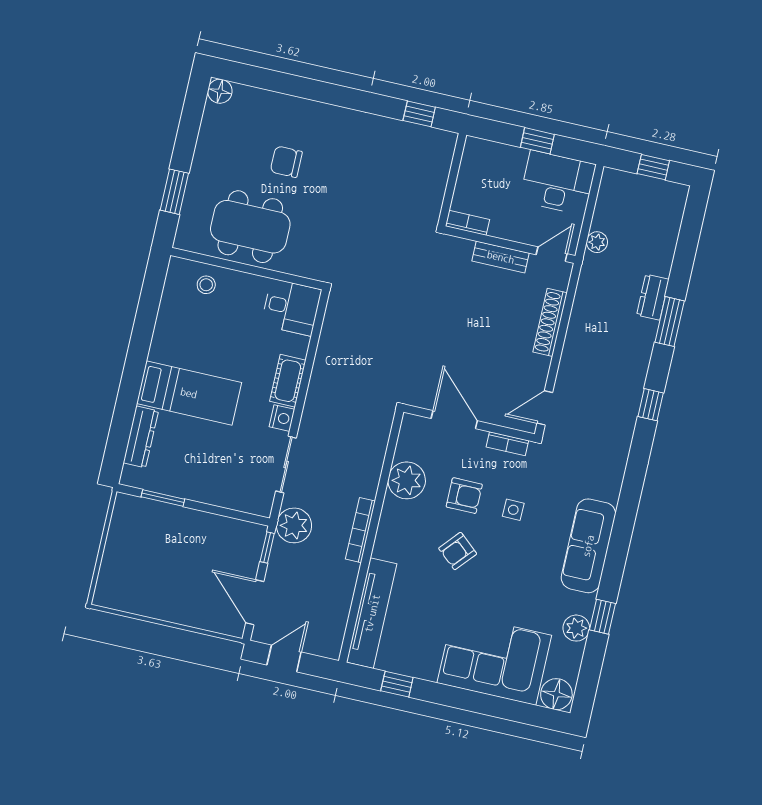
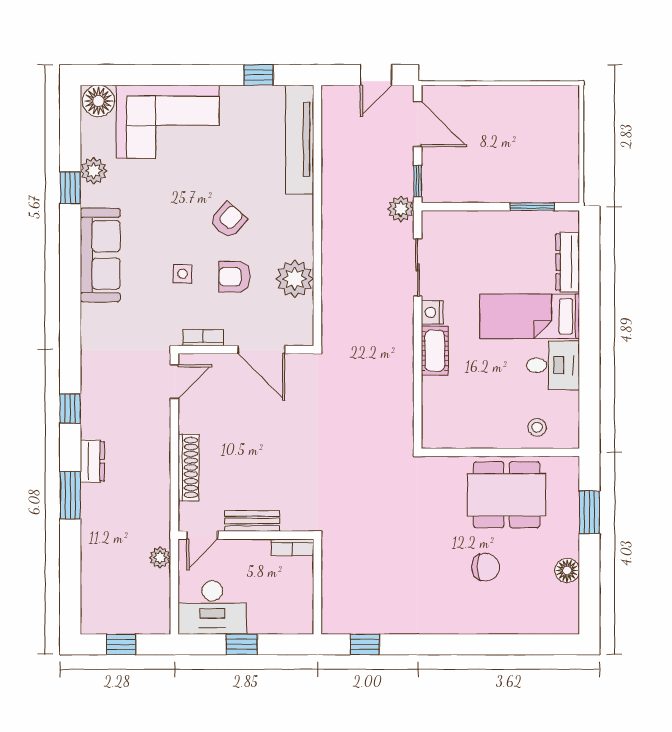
floor lamp: (220, 91) -> (567, 570), moved
dresser: (653, 297) -> (92, 461), moved
desk: (291, 307) -> (553, 365), moved, turned 180
plant: (294, 525) -> (401, 209), width x0.73, depth x0.73
bookcase: (360, 530) -> (329, 219), removed

